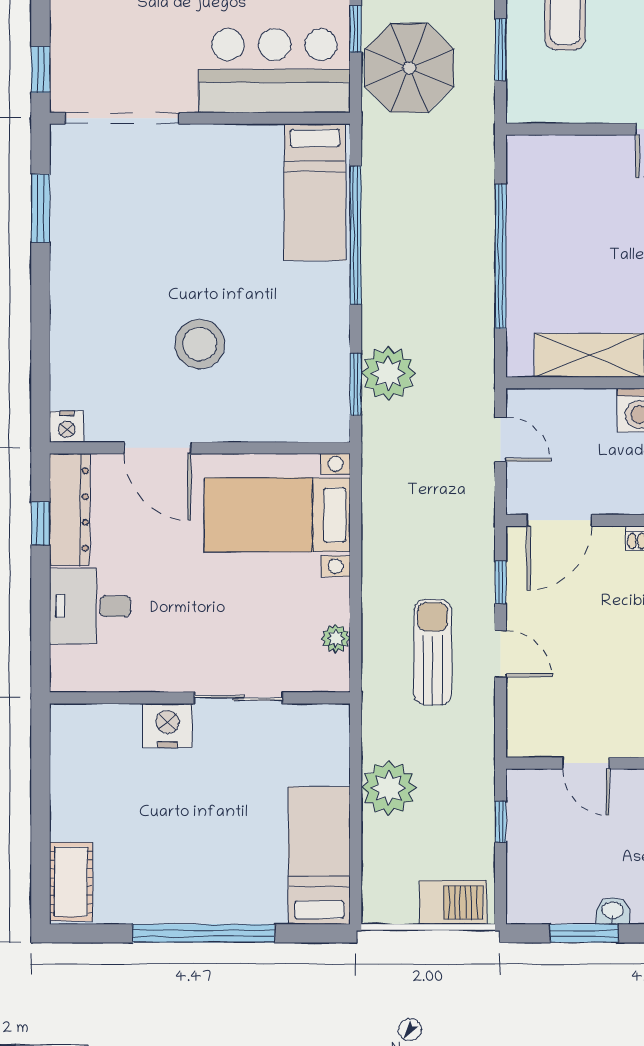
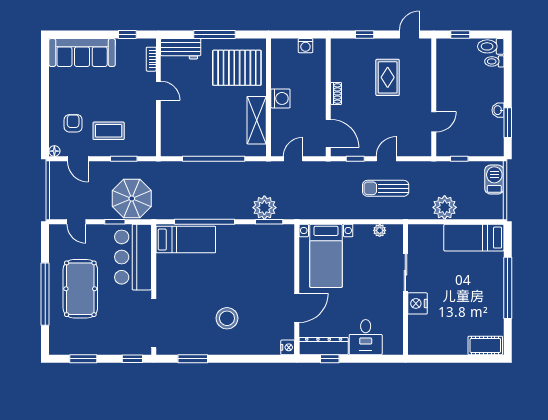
stool: (200, 344) -> (227, 318), moved

